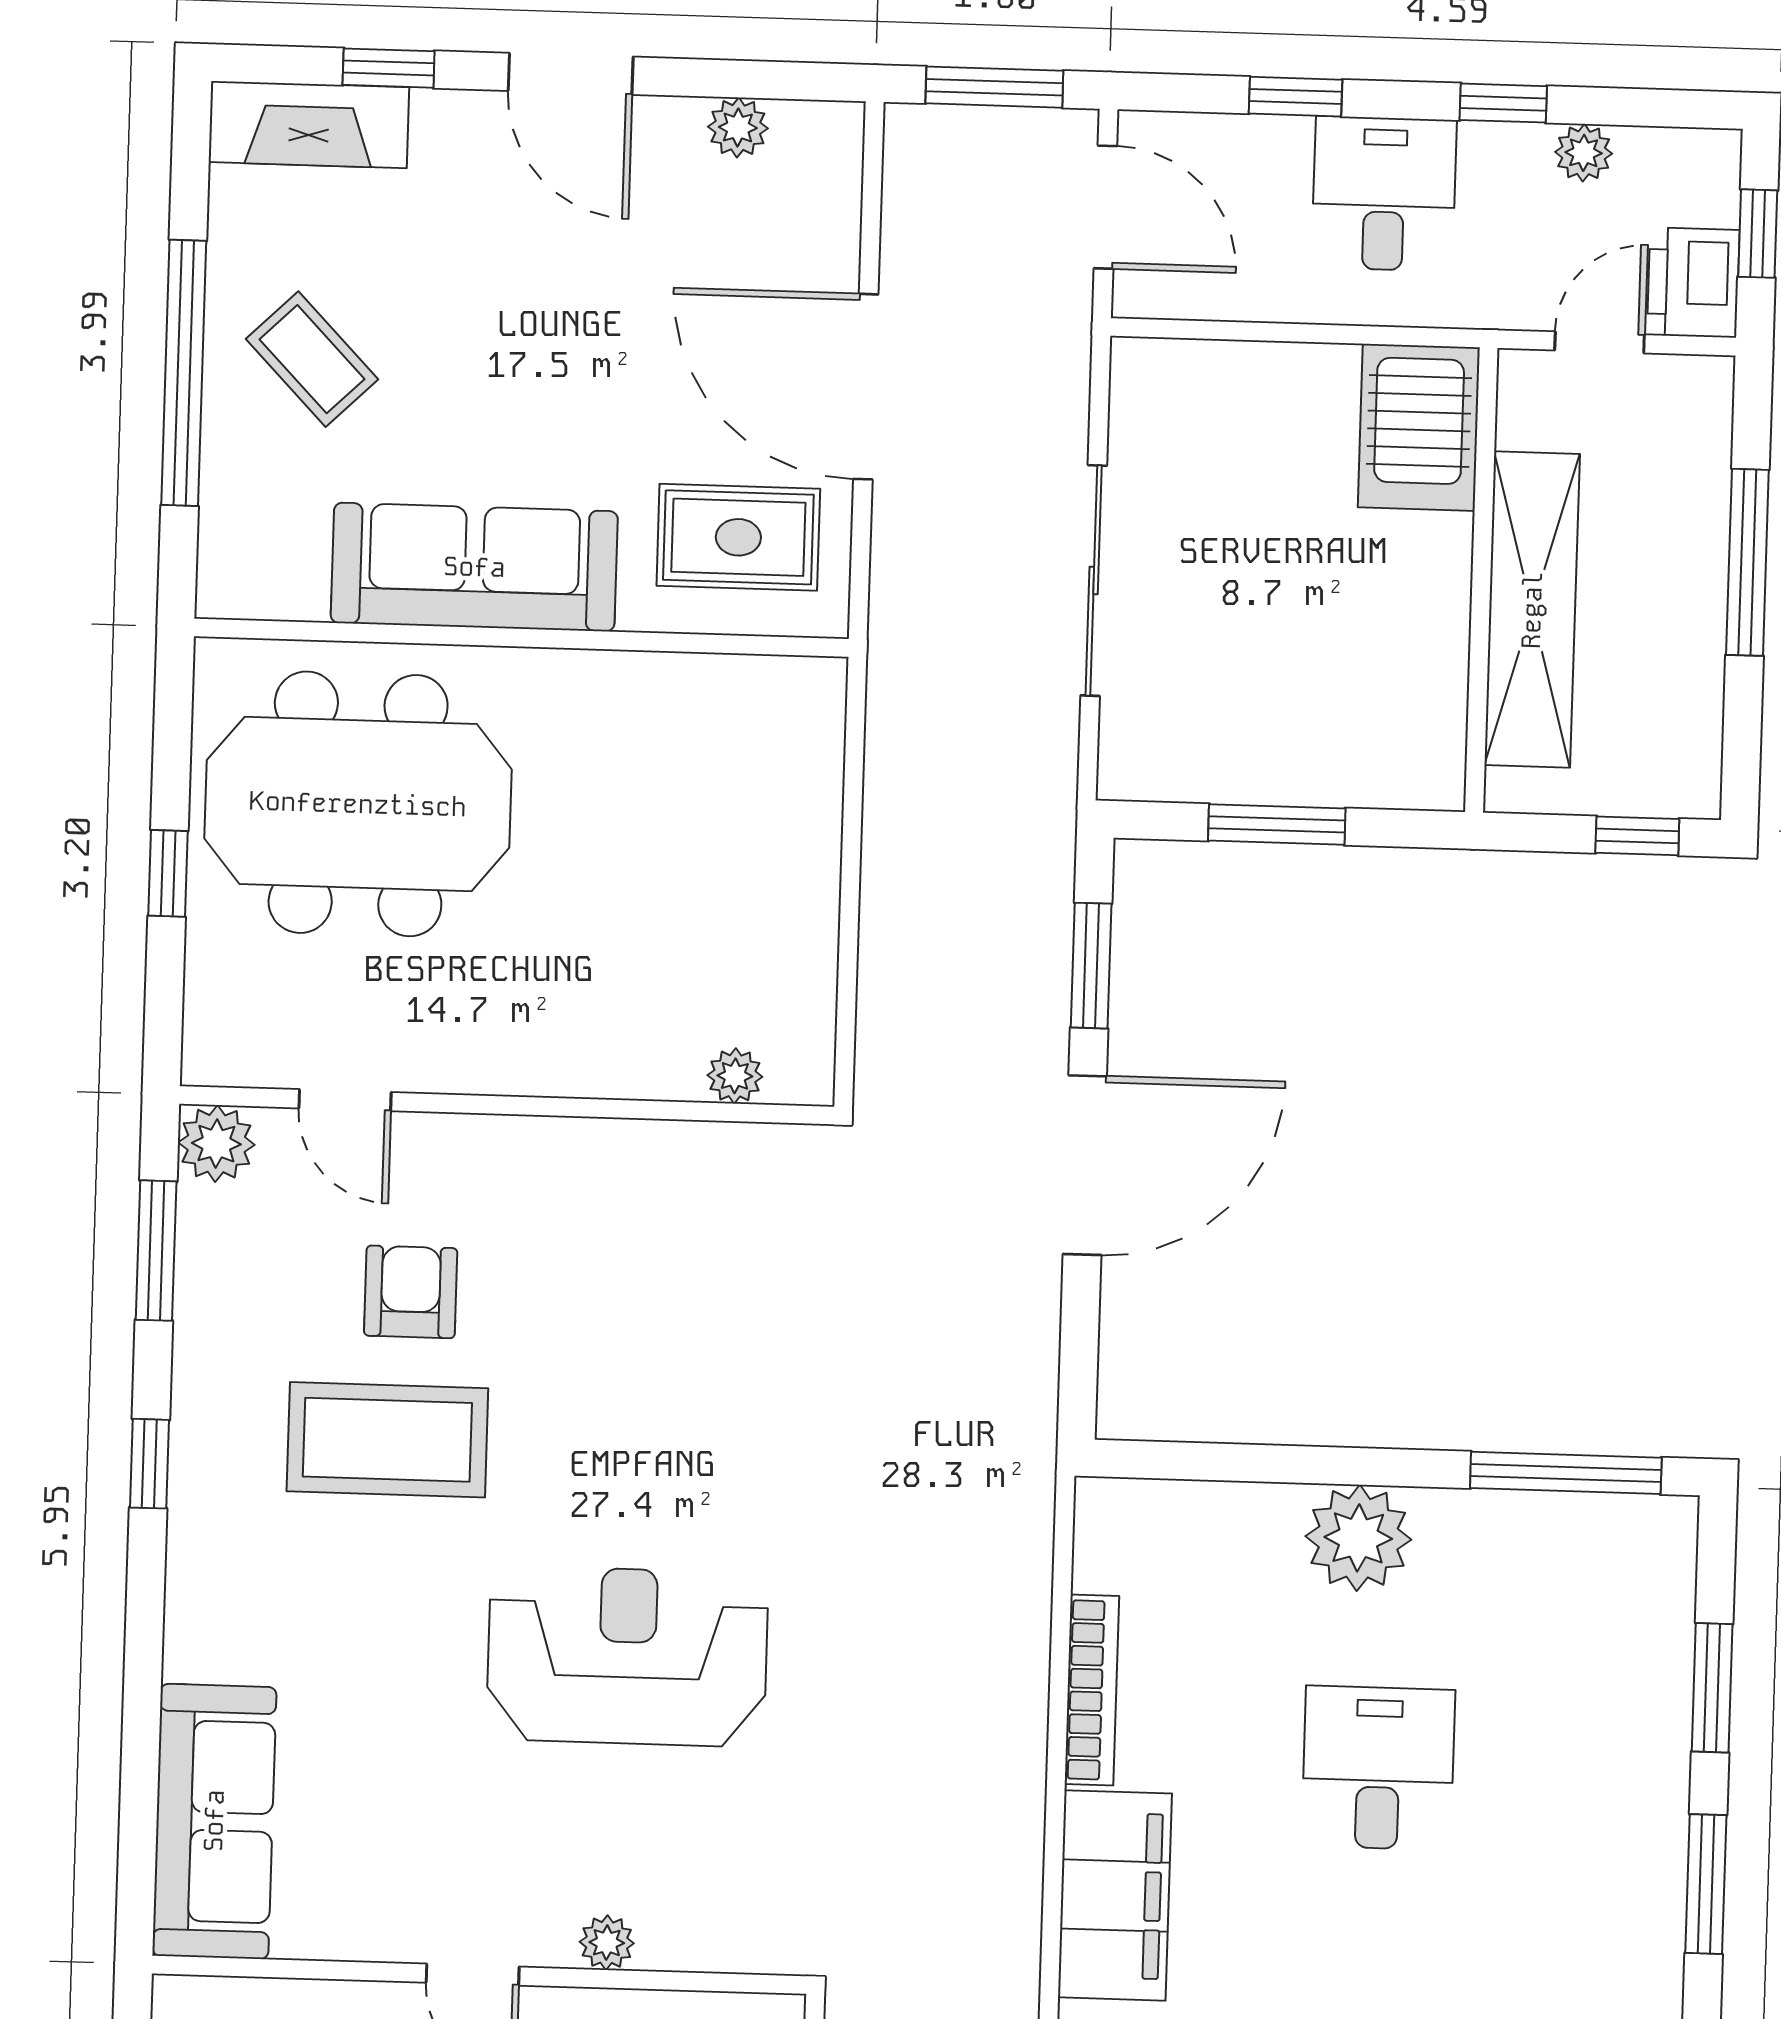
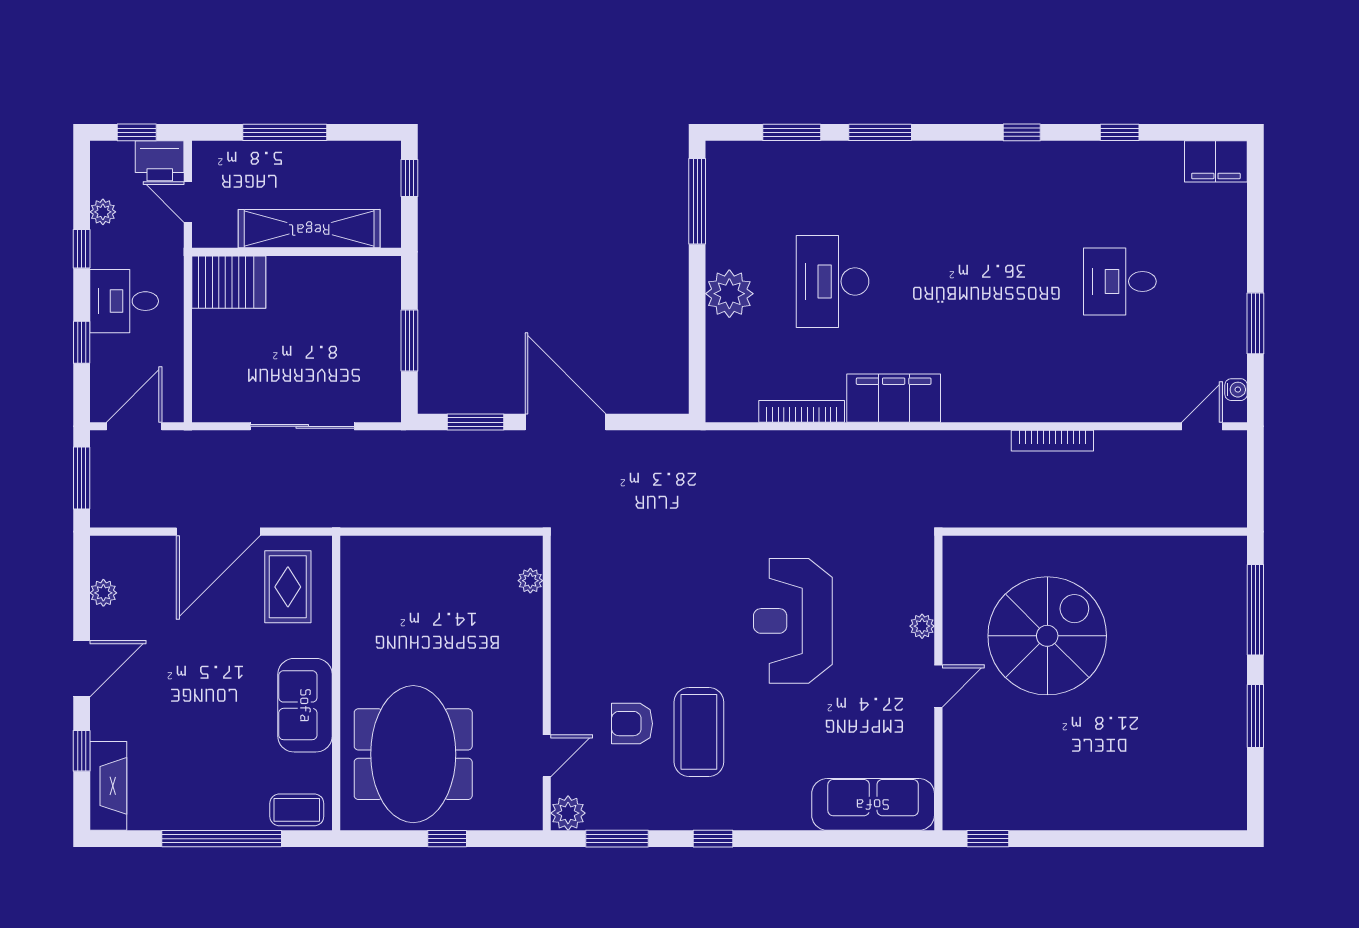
coffee table: (312, 359) -> (297, 810), moved, turned 44
sofa: (474, 567) -> (305, 705), width x0.73
desk: (1378, 1768) -> (833, 281), width x1.37

